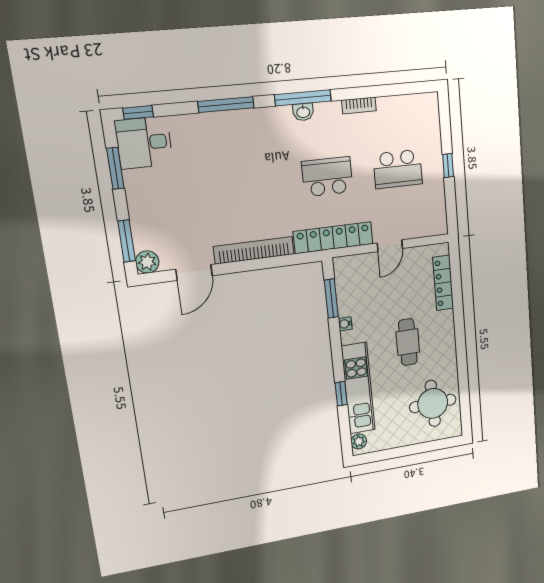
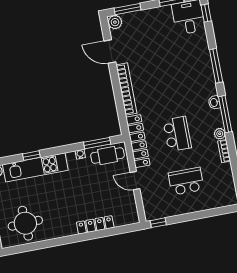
plant: (332, 110) -> (220, 134), added
washbasin: (303, 112) -> (214, 102), moved
window: (448, 166) -> (158, 223), moved
school desk: (398, 169) -> (186, 181), turned 90
locker: (443, 283) -> (95, 225), moved
cafe table: (408, 342) -> (107, 155), moved

